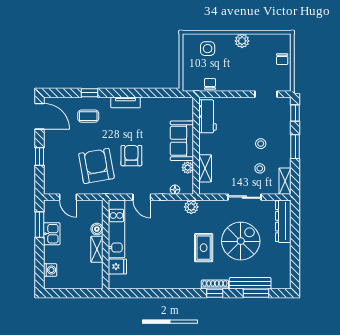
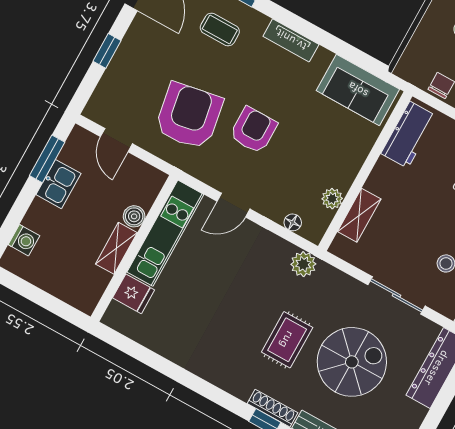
sofa: (182, 141) -> (358, 90), moved, turned -90
door: (142, 197) -> (234, 205), hinge flipped

